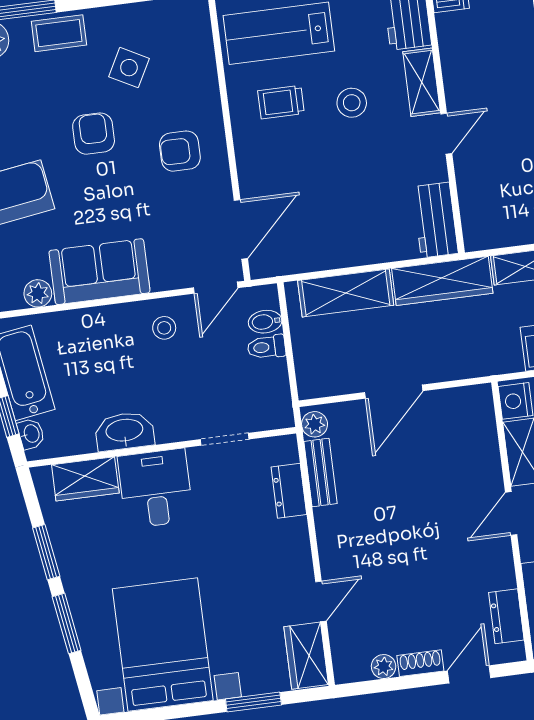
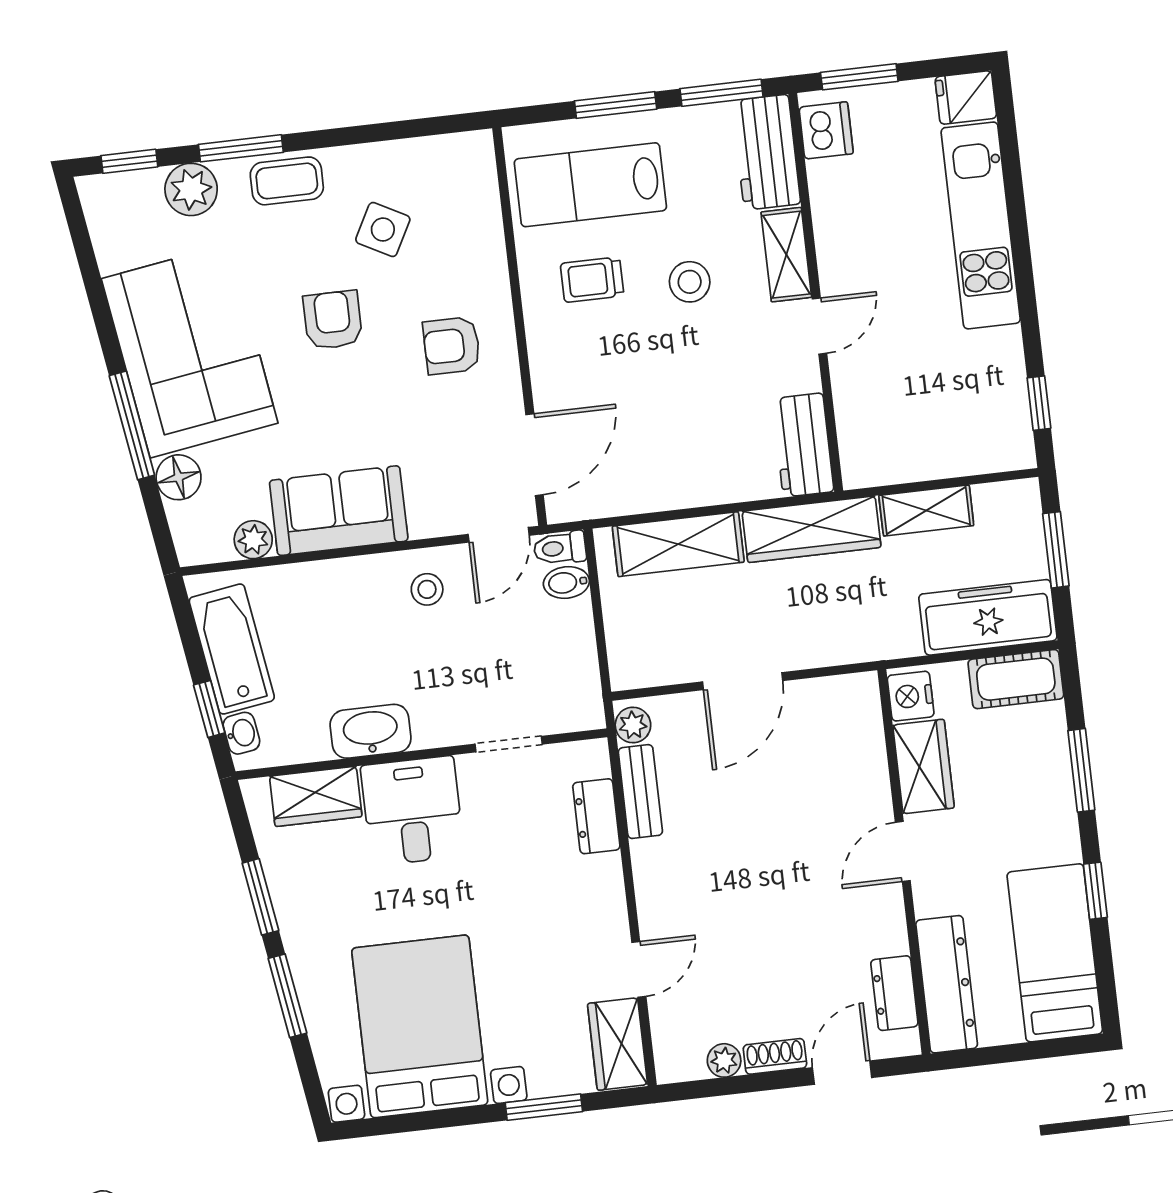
toilet: (266, 347) -> (560, 548), moved

